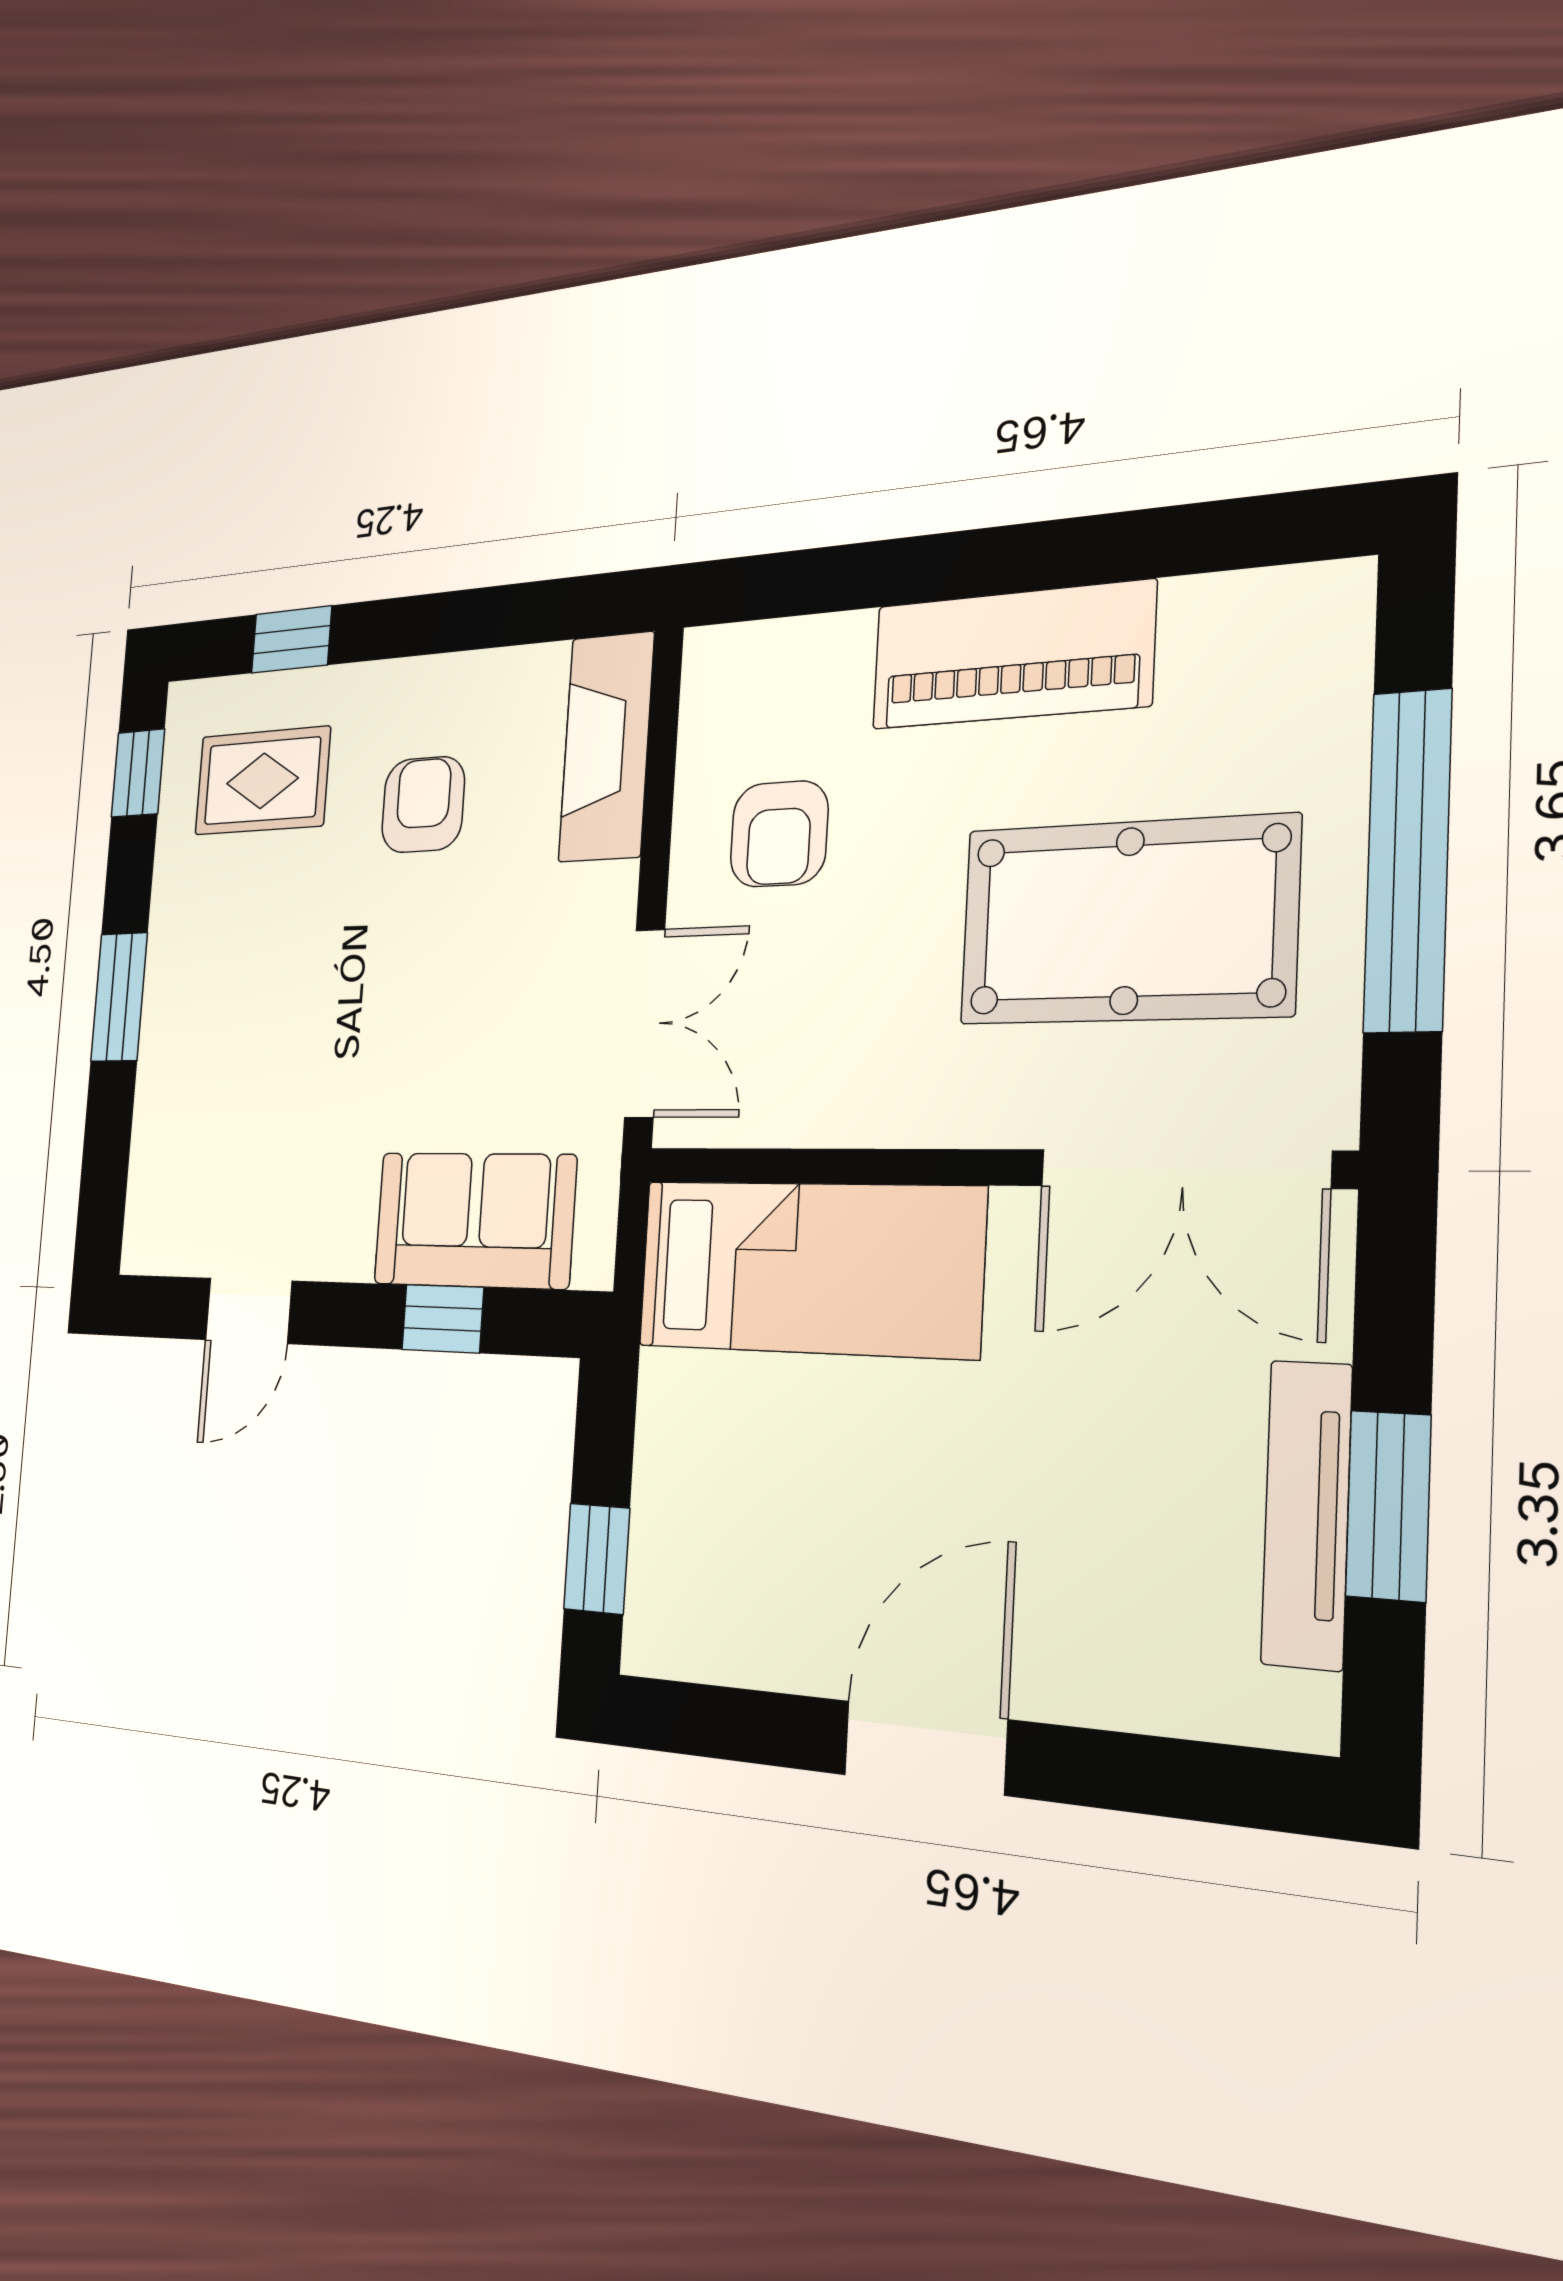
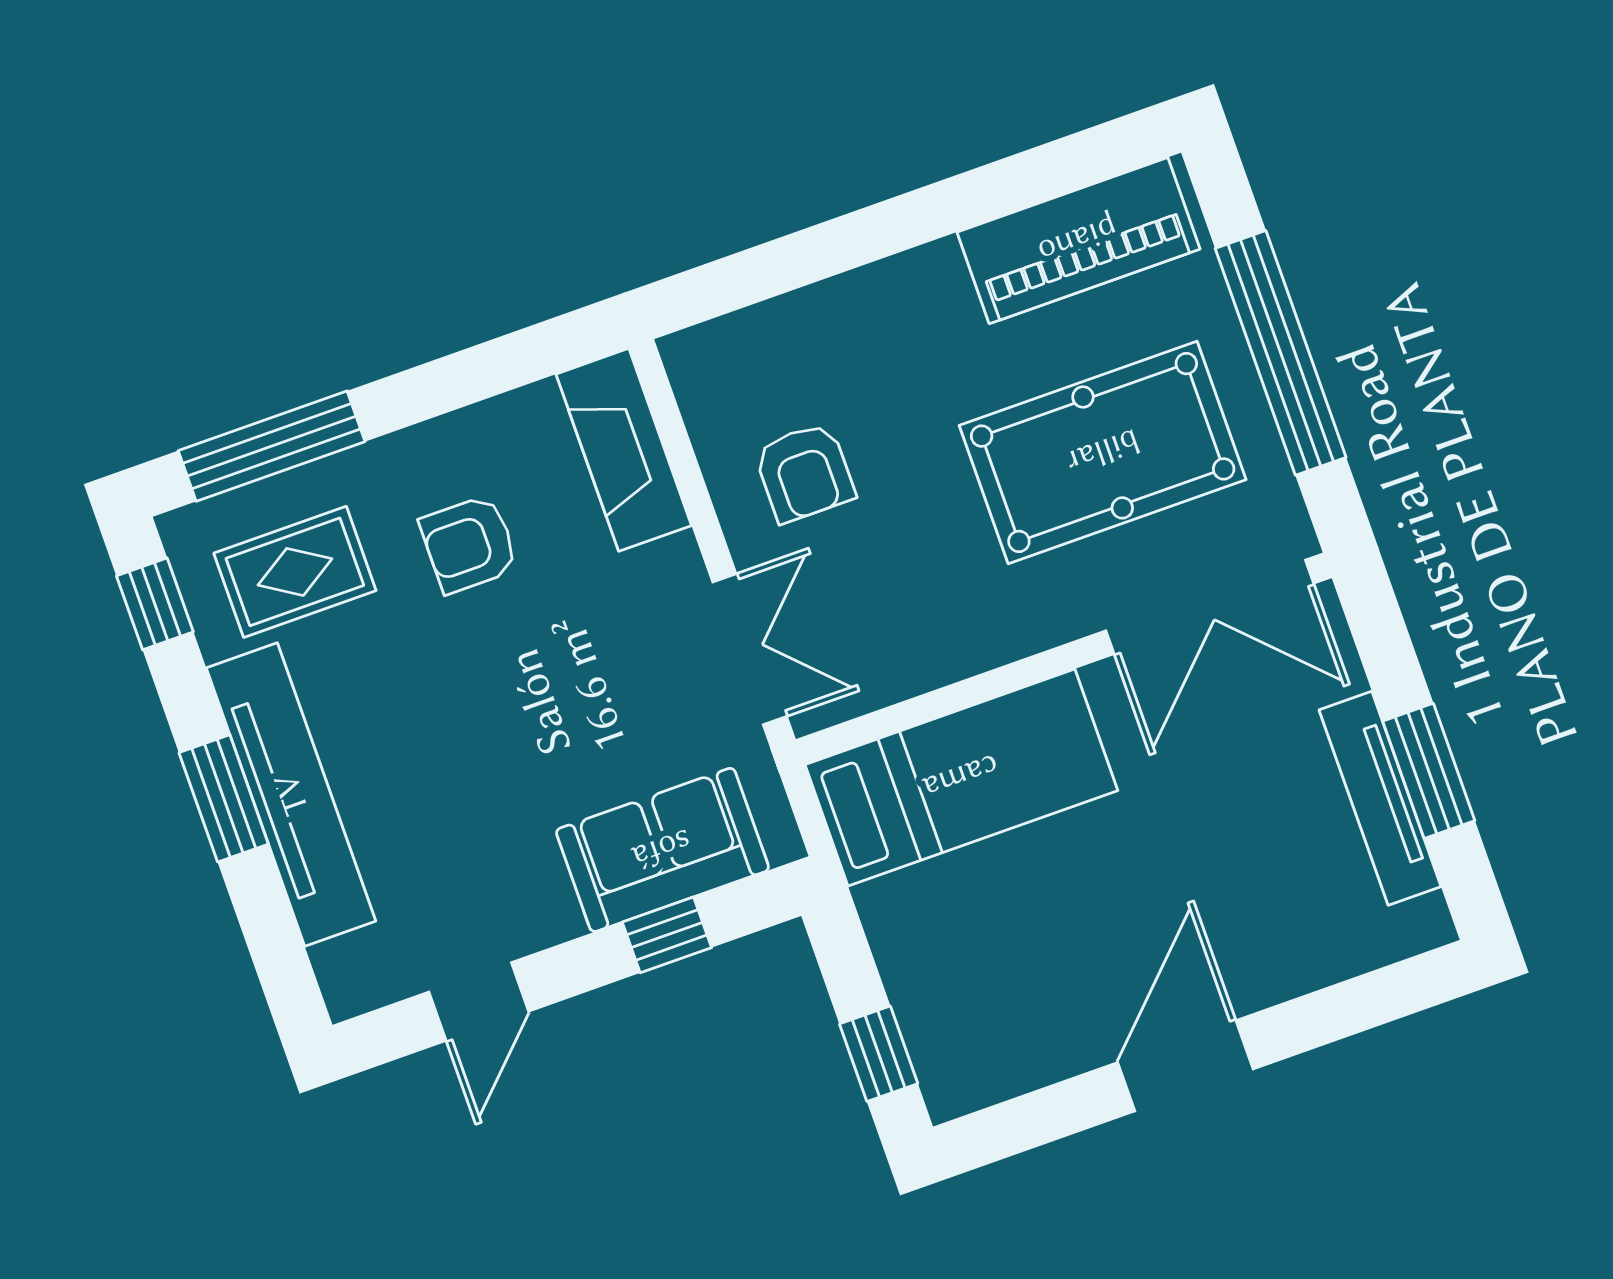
window: (291, 640) -> (272, 446), width x2.17
piano: (1012, 655) -> (1078, 241), moved
armchair: (423, 805) -> (469, 544), turned -90
tv unit: (174, 1016) -> (291, 794), added

